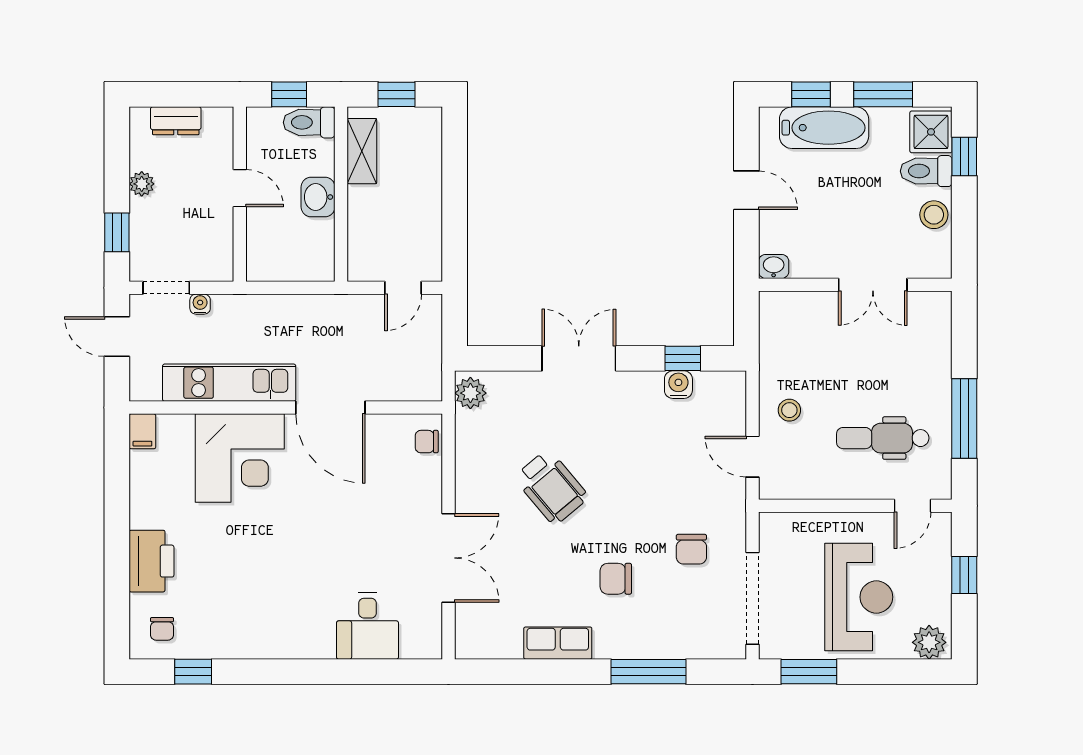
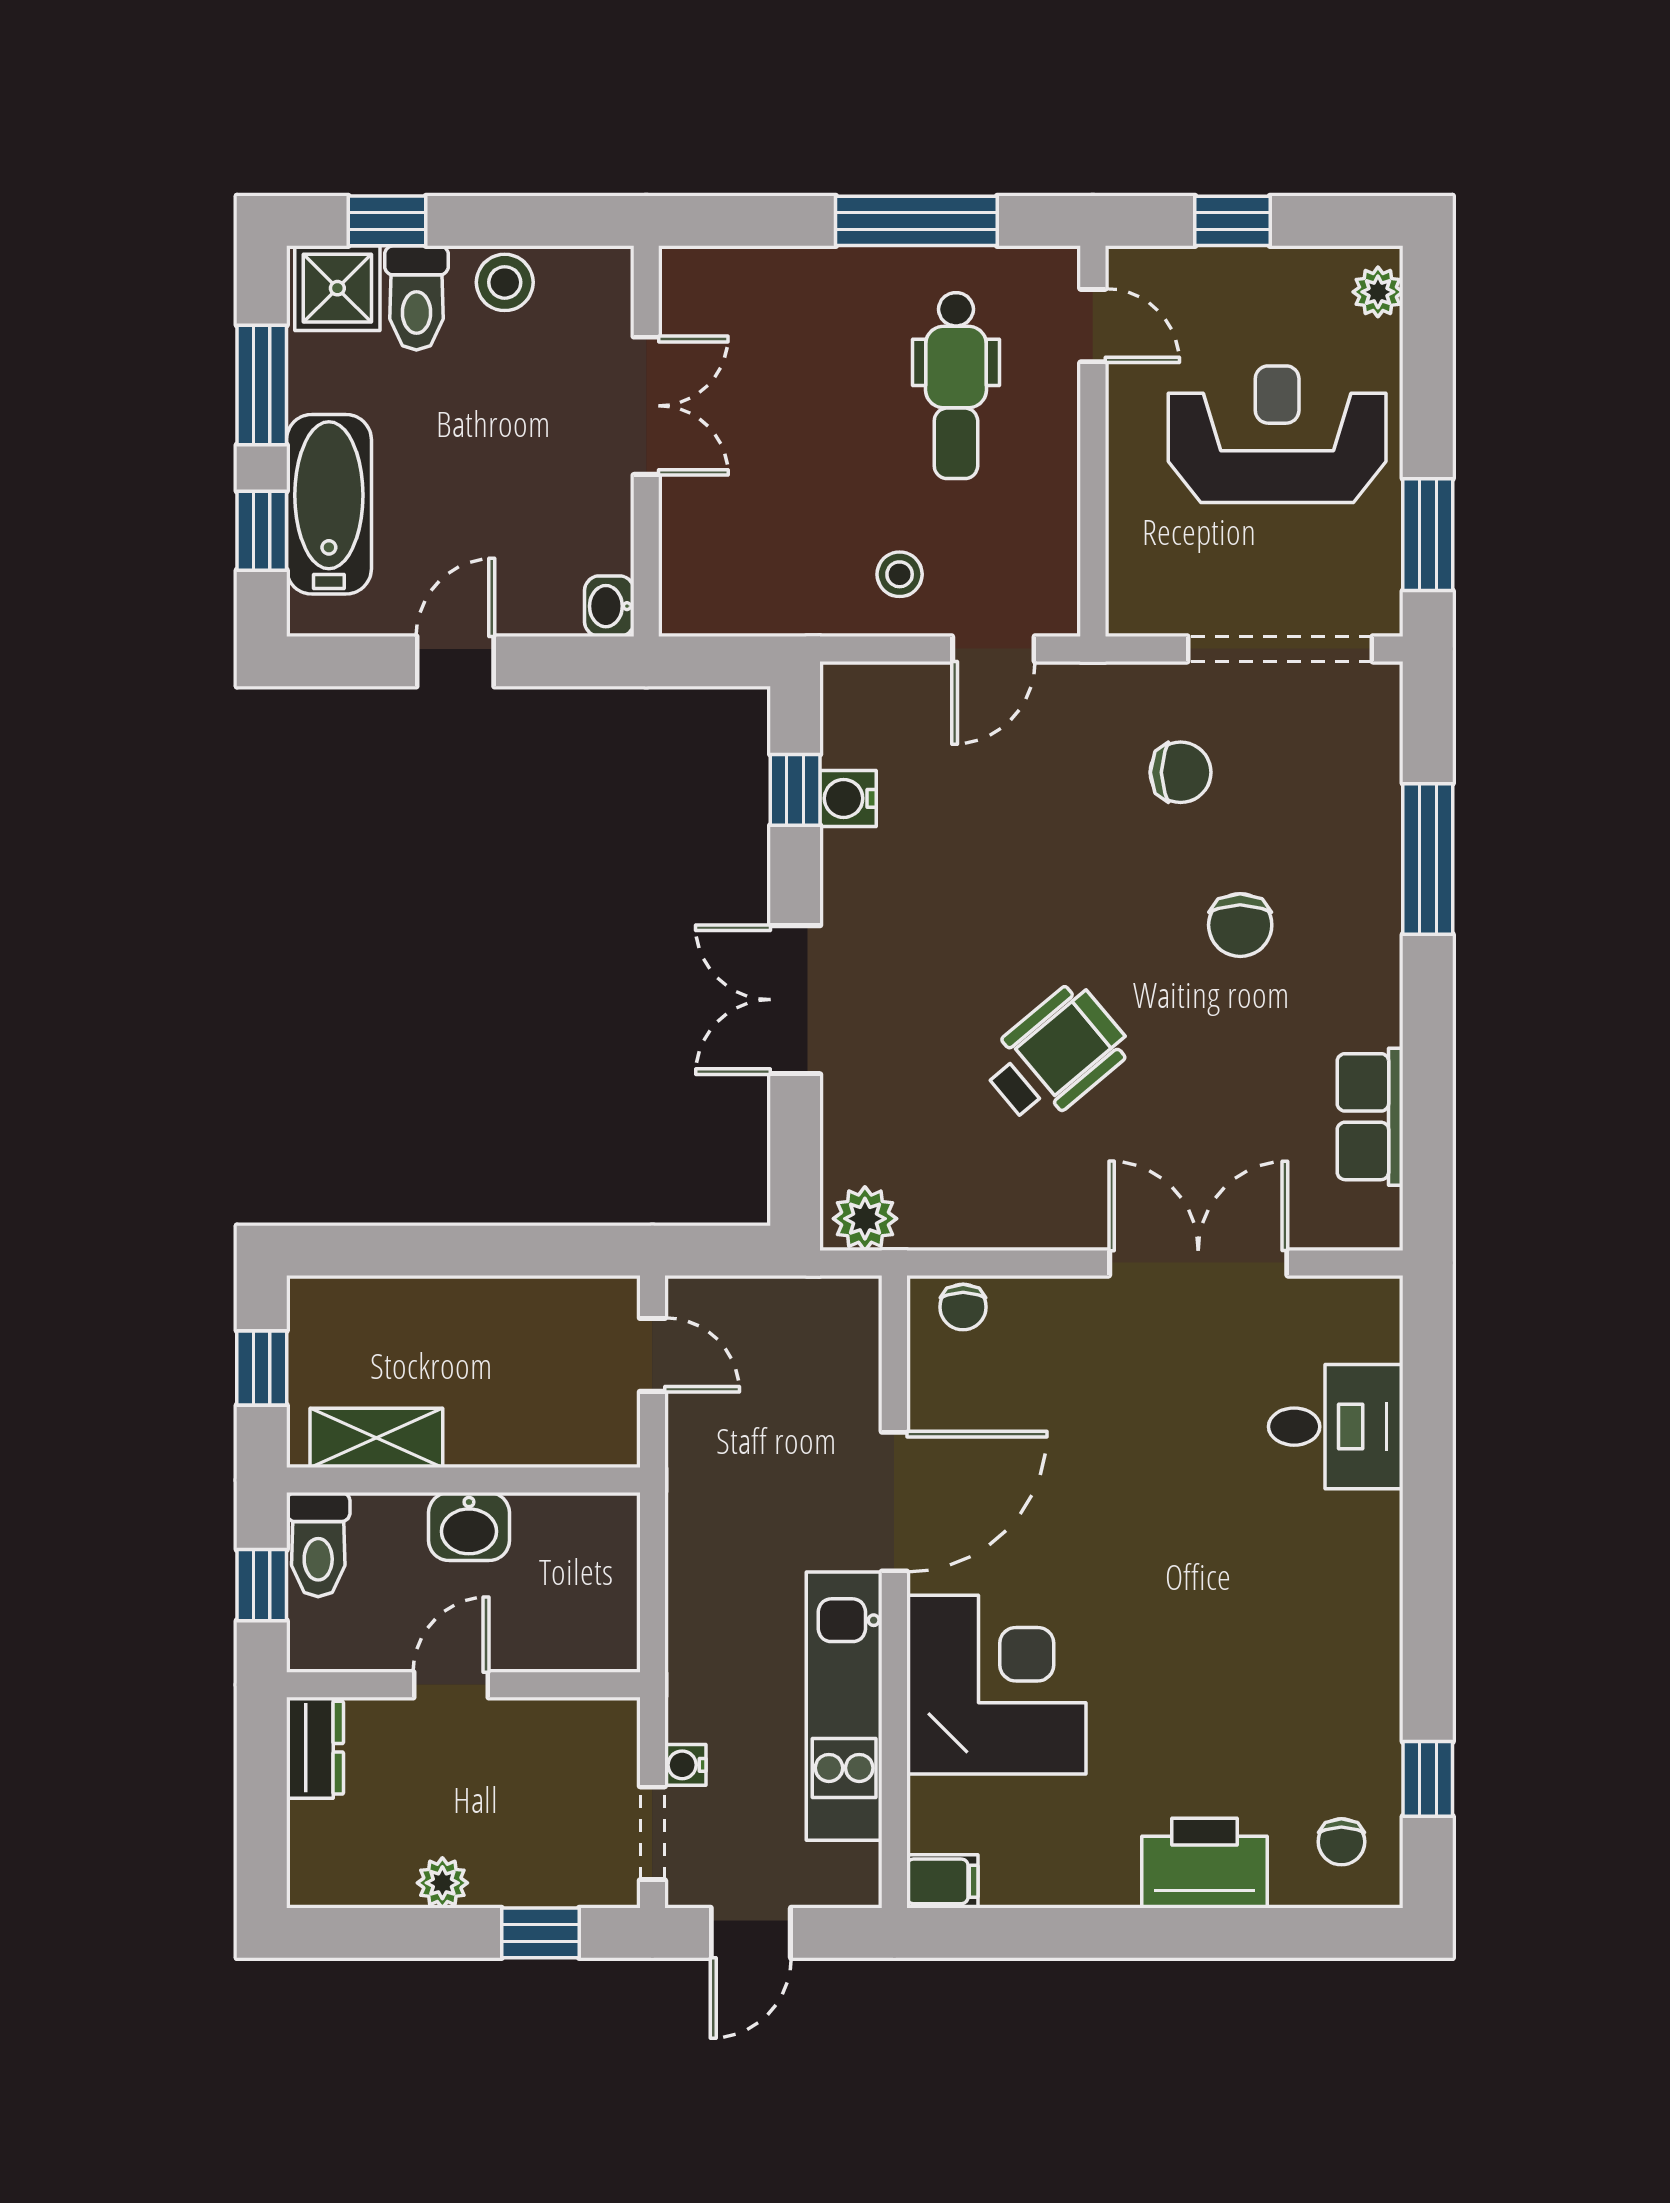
dresser: (176, 121) -> (315, 1748), moved
chair: (162, 629) -> (1341, 1842), turned 90
plant: (929, 642) -> (1378, 292), width x0.73, depth x0.73
row of seats: (558, 643) -> (1370, 1117), moved

